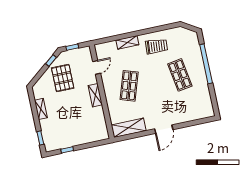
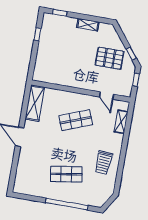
shelving: (127, 42) -> (121, 122), moved
shop shelf: (129, 86) -> (76, 120), turned -39
shelving: (95, 95) -> (80, 83), removed

